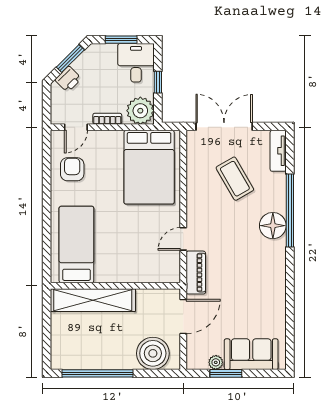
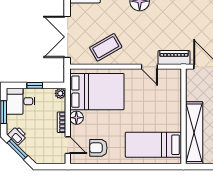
printer: (68, 79) -> (17, 136), moved
plant: (140, 111) -> (60, 93), width x0.53, depth x0.53
floor lamp: (113, 139) -> (76, 118), added
coffee table: (235, 179) -> (106, 47), moved

